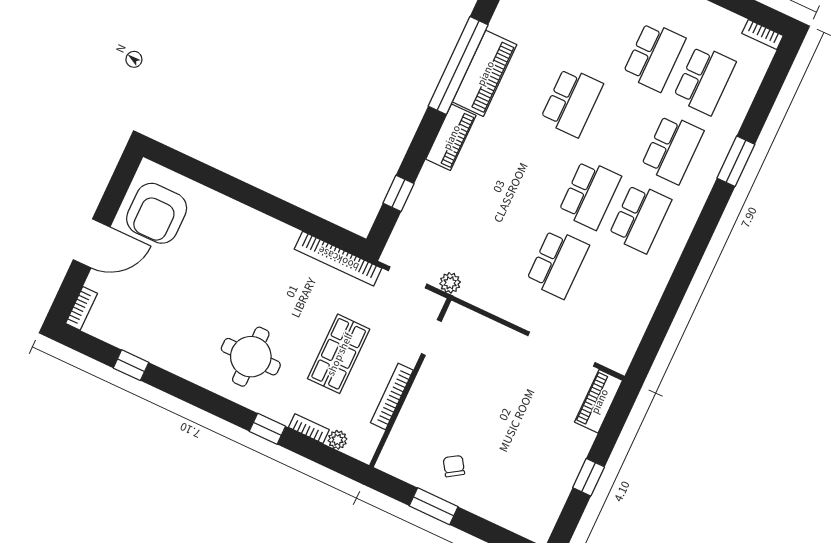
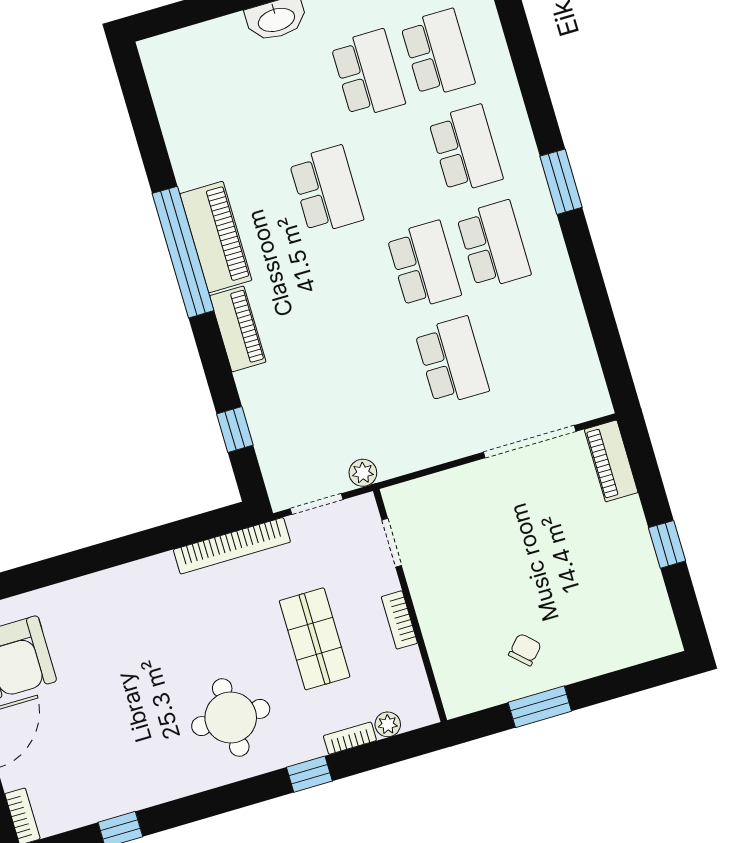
window: (736, 161) -> (561, 182), moved
bookcase: (392, 396) -> (399, 620), width x0.64
chair: (454, 466) -> (525, 650), turned 76

